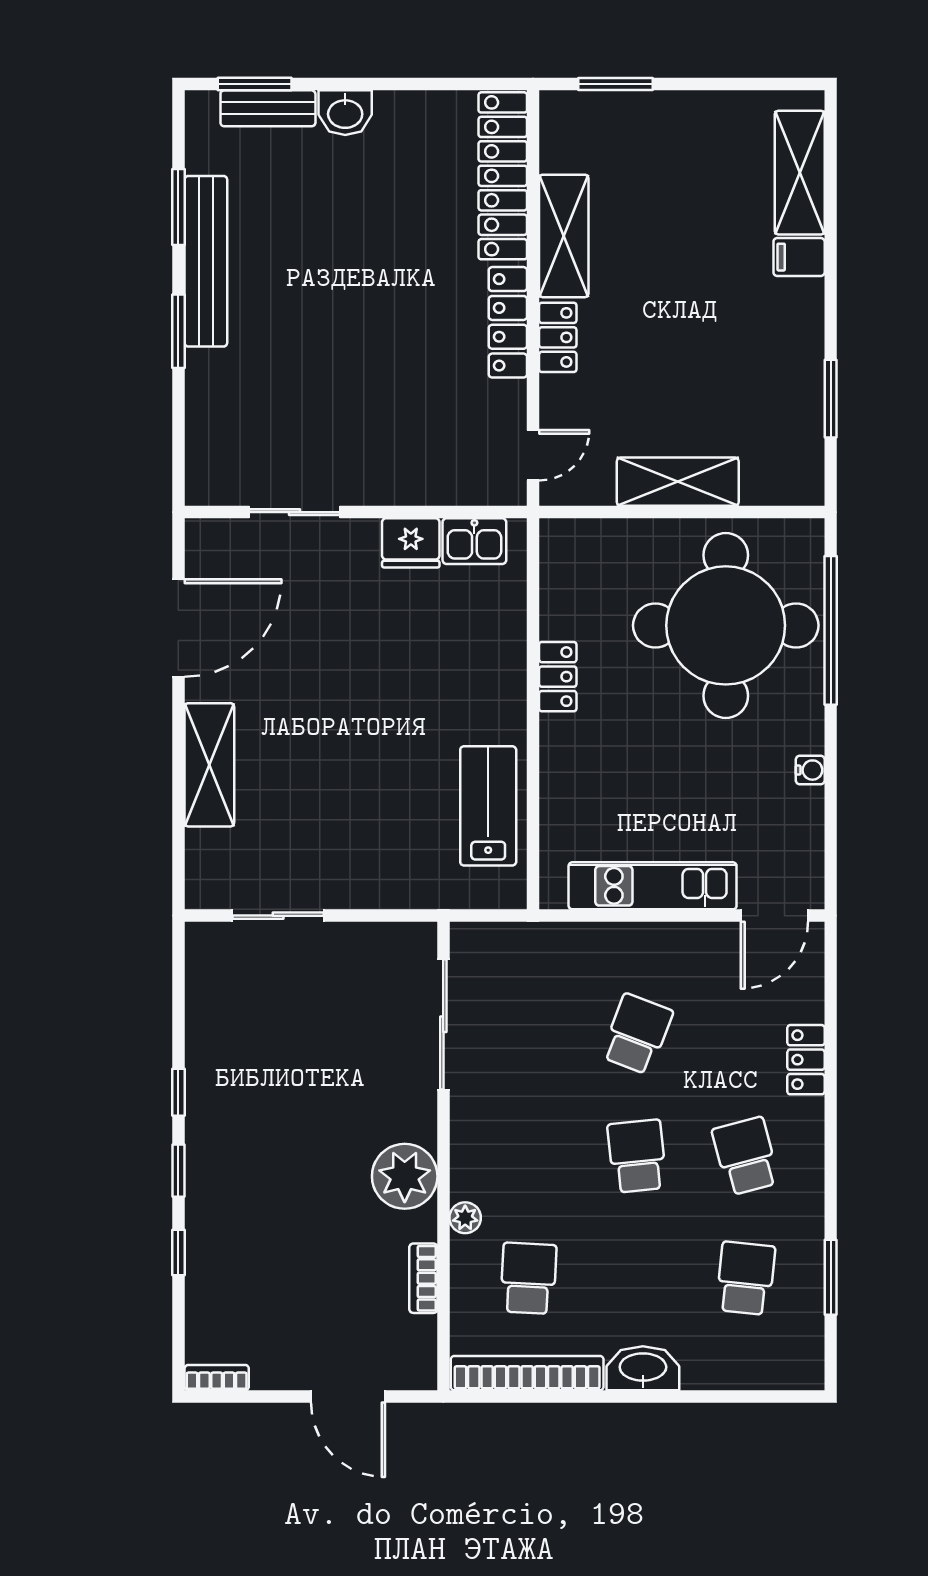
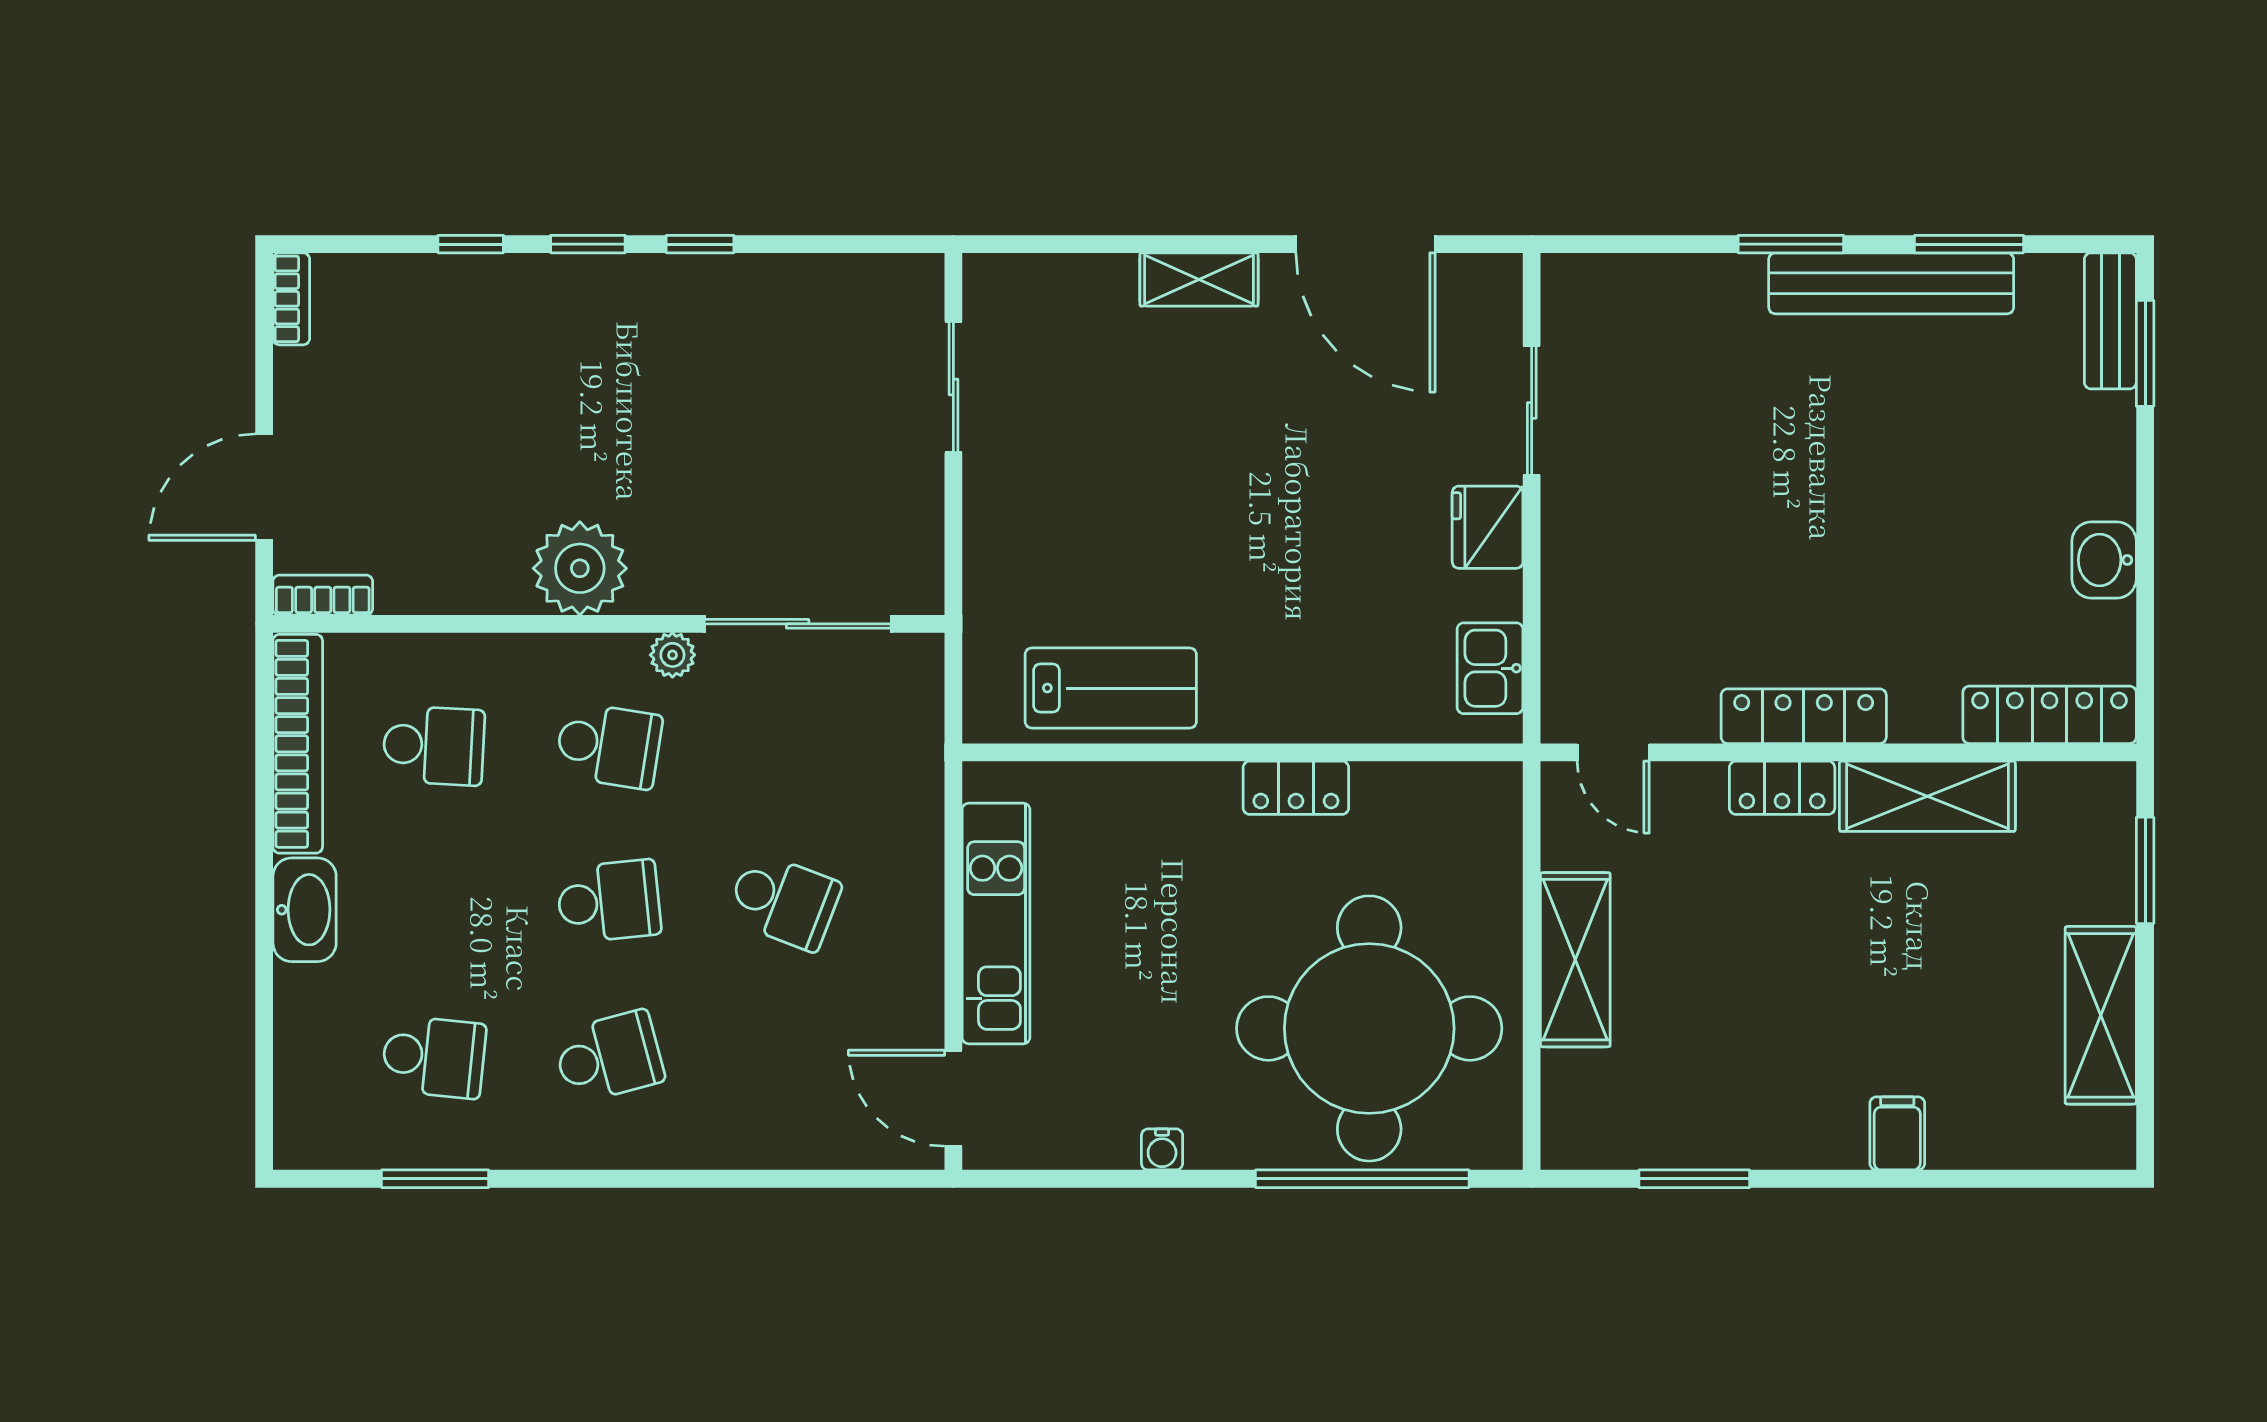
bench: (268, 108) -> (2110, 321), moved
washbasin: (345, 113) -> (2104, 560), moved
shelving: (800, 173) -> (2101, 1015), moved, turned 90
locker: (503, 176) -> (2050, 715), width x0.71, depth x0.83
fridge: (411, 543) -> (1488, 527), moved
shelving: (209, 765) -> (1199, 279), width x0.67, depth x0.75
locker: (806, 1060) -> (747, 1143), removed
school desk: (528, 1156) -> (609, 746), added
plant: (465, 1218) -> (672, 655), moved
bookcase: (423, 1278) -> (323, 595), moved

